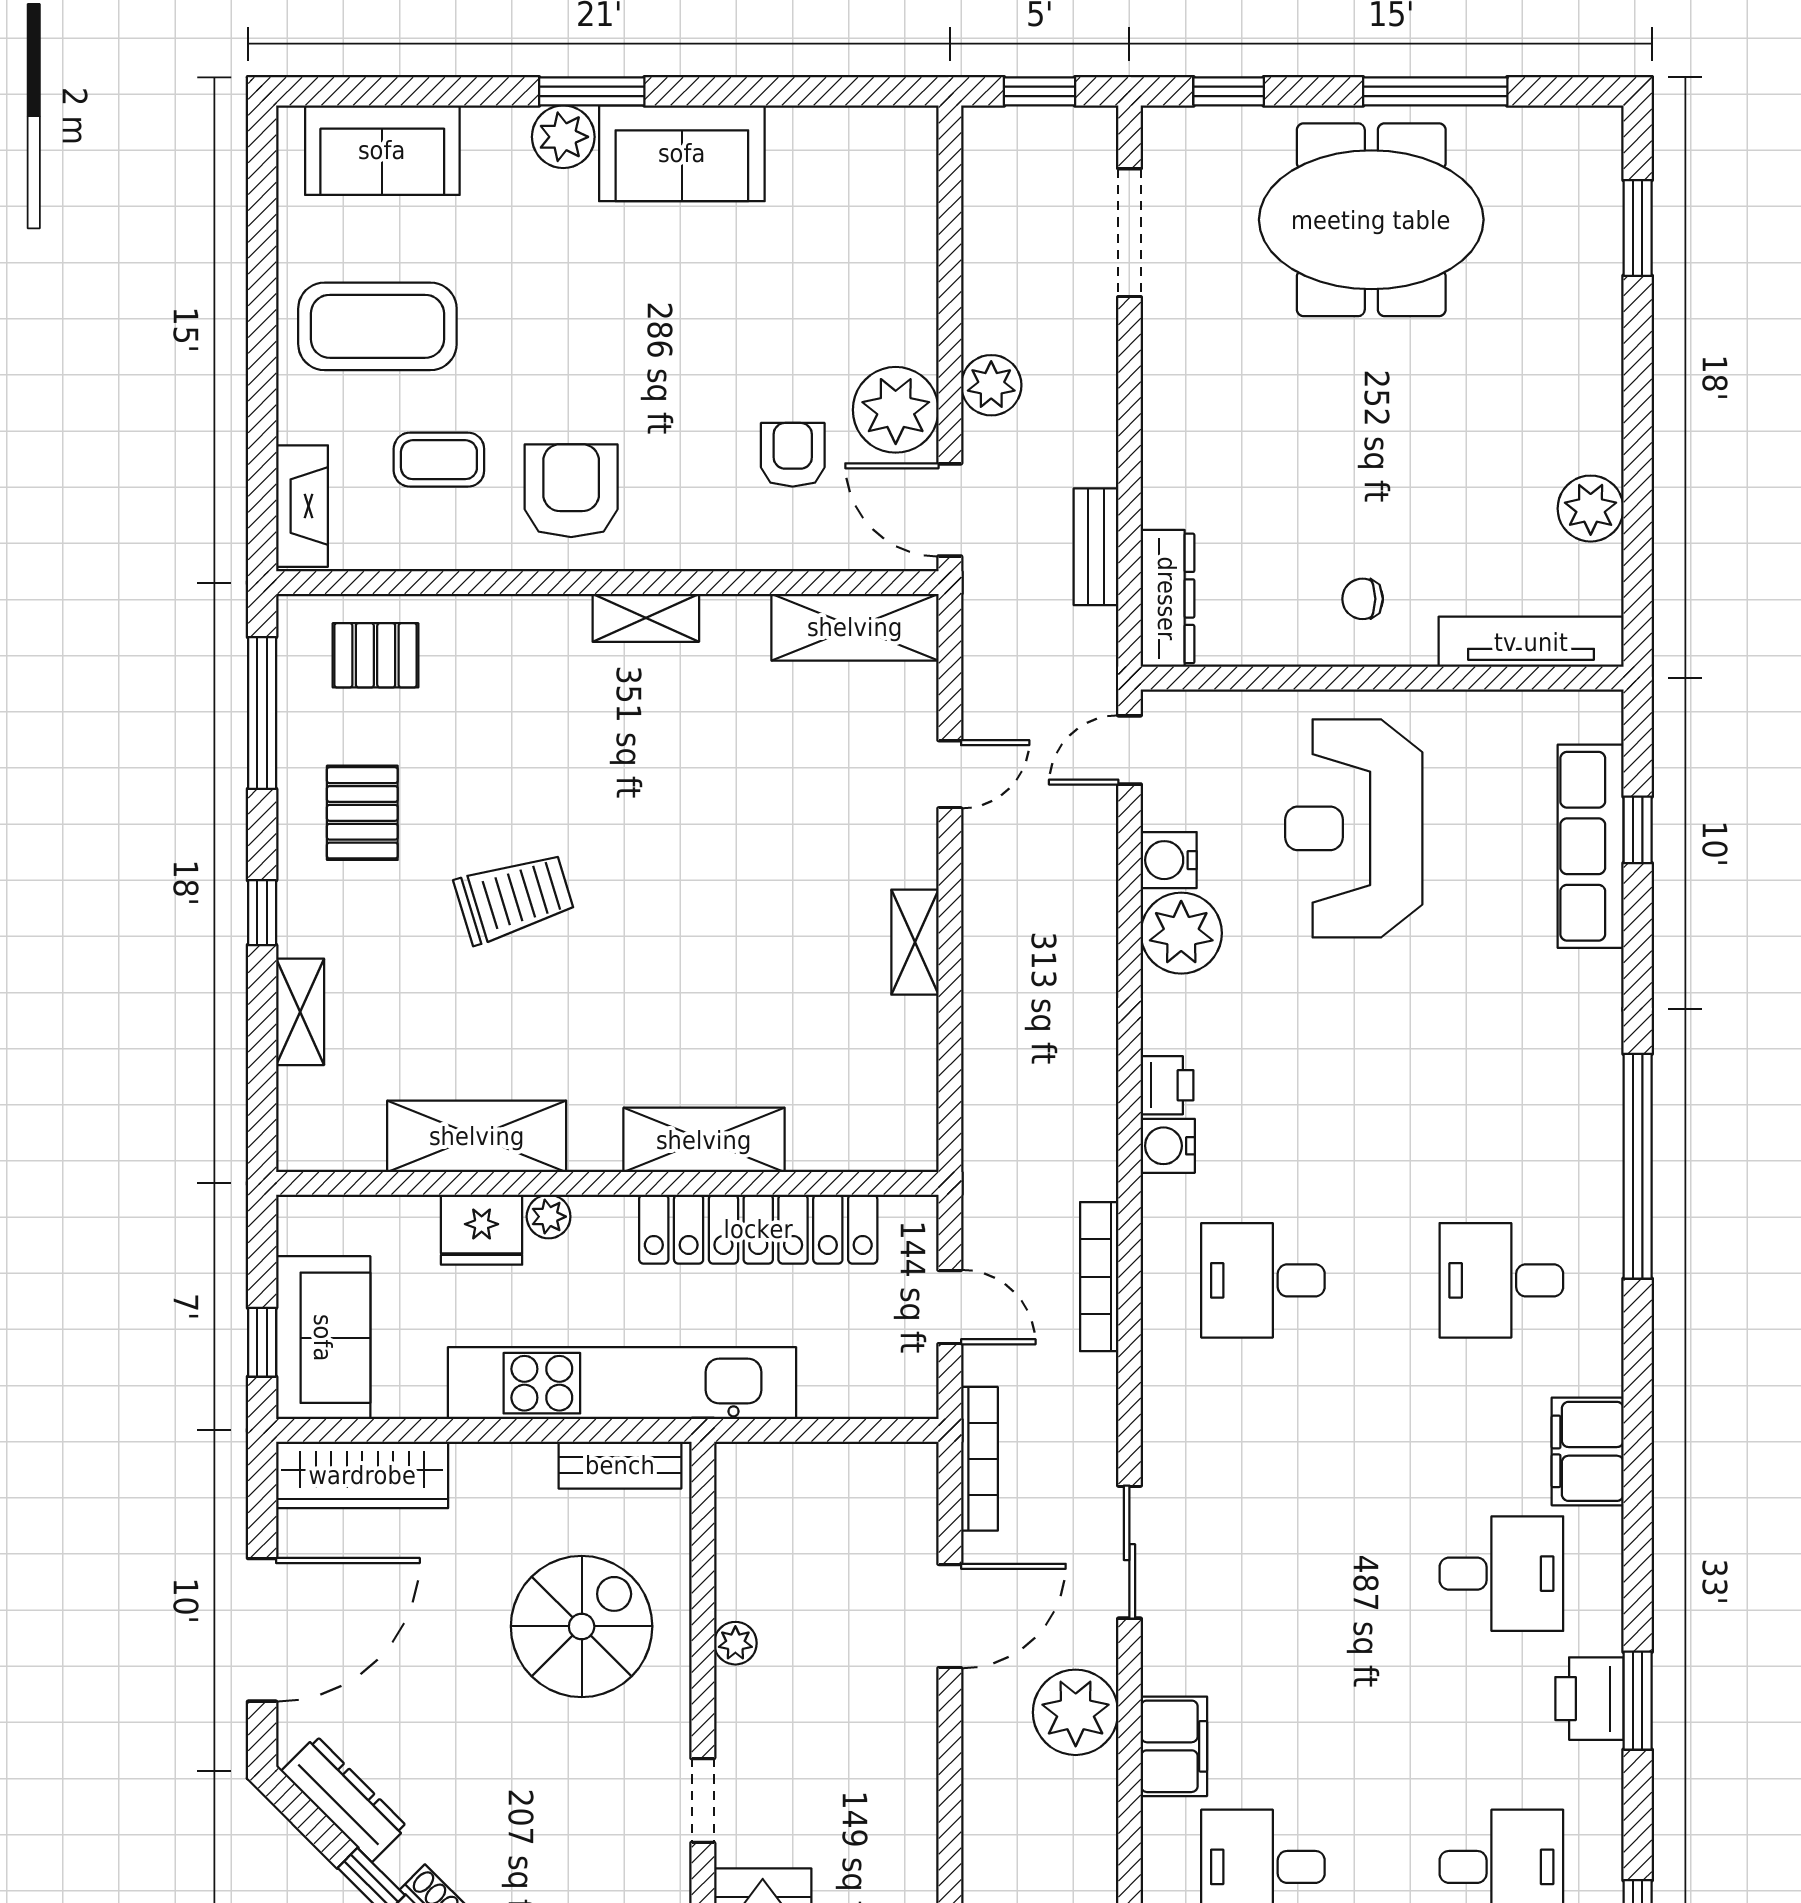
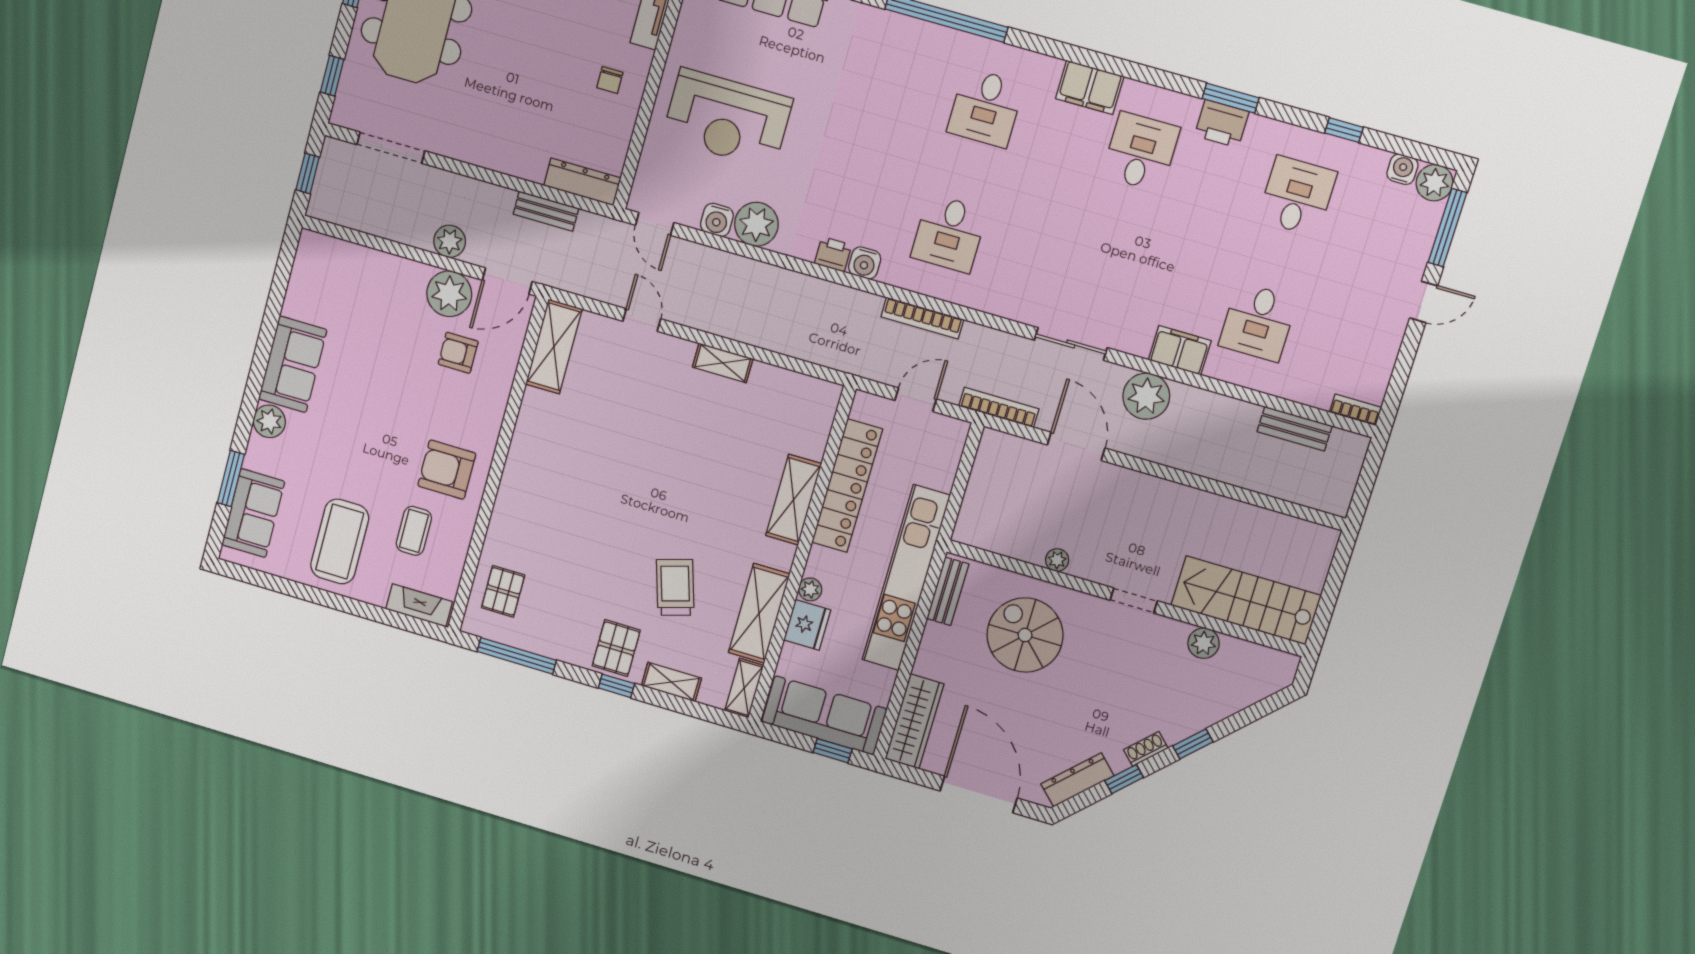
window: (592, 91) -> (231, 479), moved
shelving: (646, 618) -> (744, 688), moved
pallet: (362, 813) -> (616, 648), moved, turned 90
trolley: (514, 898) -> (675, 587), moved
sofa: (323, 1338) -> (824, 715), width x1.36

